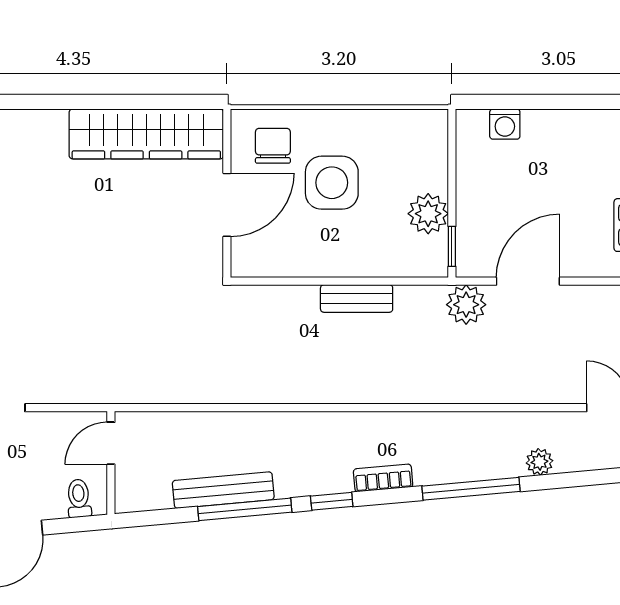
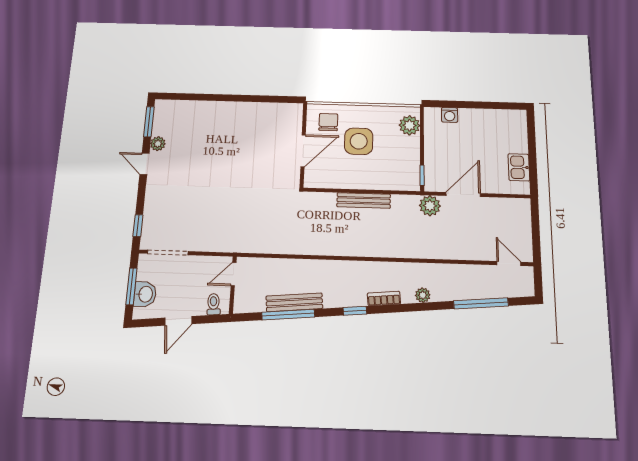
wardrobe: (146, 134) -> (263, 114), removed
plant: (428, 214) -> (410, 125), moved
bench: (357, 298) -> (364, 200), width x1.36
plant: (539, 462) -> (423, 295), moved
window: (471, 489) -> (481, 303), moved
window: (245, 509) -> (288, 315), moved

